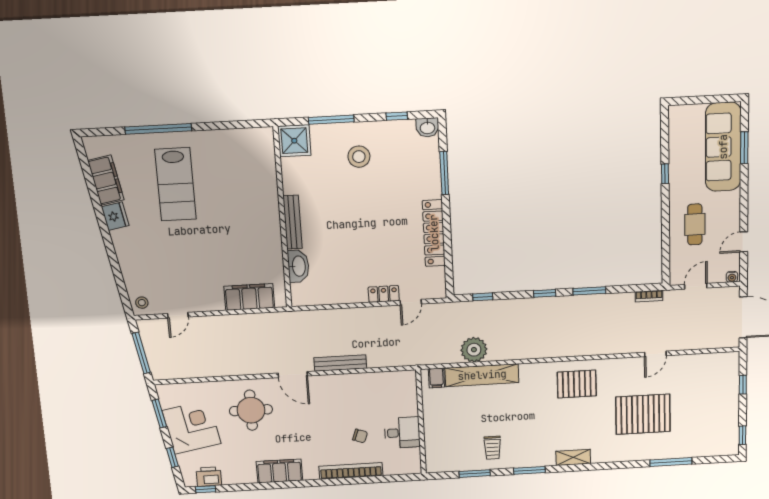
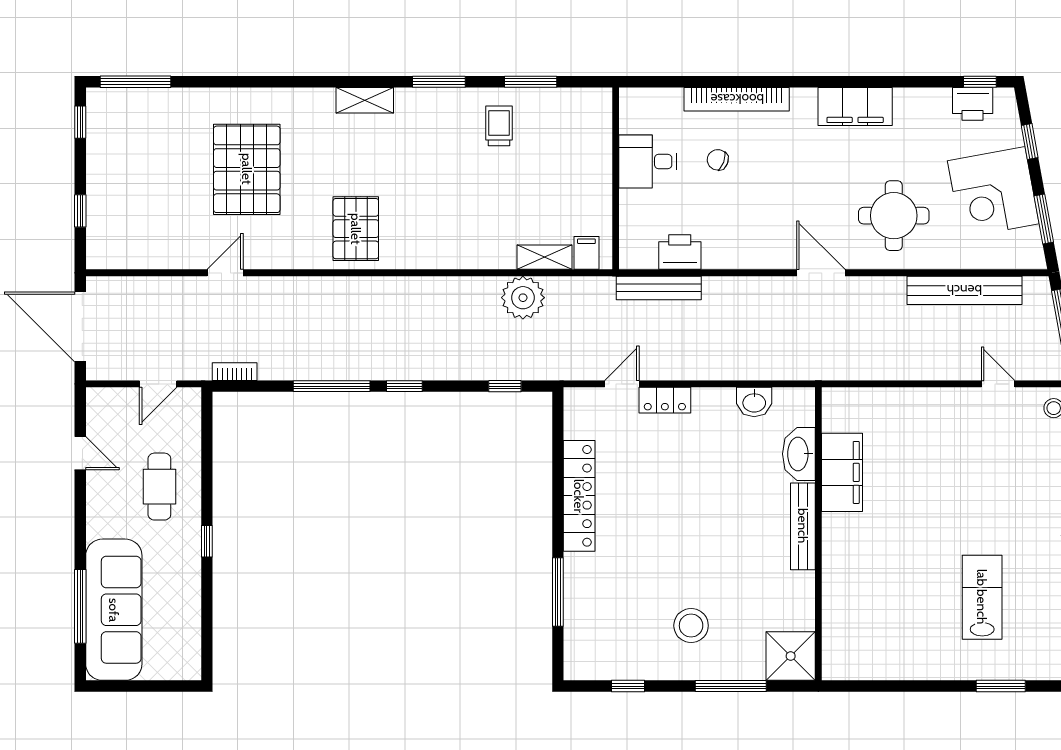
washbasin: (427, 127) -> (754, 402), moved, turned 180
window: (158, 129) -> (1001, 686), width x0.47
window: (744, 148) -> (80, 606), width x1.44
window: (665, 174) -> (207, 541), moved
lab bench: (175, 184) -> (982, 597), width x0.73, depth x0.72
door: (744, 242) -> (80, 453), hinge flipped
water cooler: (732, 277) -> (99, 396), removed
window: (589, 291) -> (332, 386), width x1.44
filing cabinet: (249, 297) -> (842, 472), moved, turned -90
door: (178, 315) -> (998, 384), hinge flipped
bench: (340, 363) -> (659, 288), moved
bench: (204, 369) -> (964, 290), added
shelving: (482, 375) -> (544, 257), width x0.45, depth x0.75
printer: (380, 382) -> (680, 252), added
pallet: (577, 384) -> (356, 229), turned 90
pallet: (643, 414) -> (247, 169), turned 90
window: (671, 462) -> (136, 82), moved

